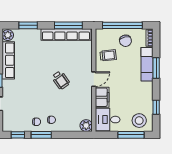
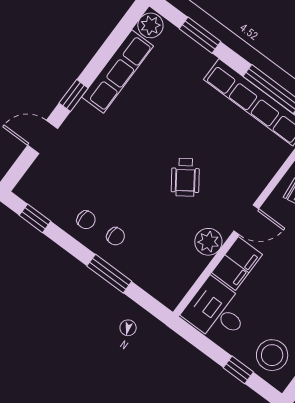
plant: (86, 126) -> (208, 242), moved
window: (41, 135) -> (109, 274), moved
window: (131, 135) -> (238, 370), width x0.46

